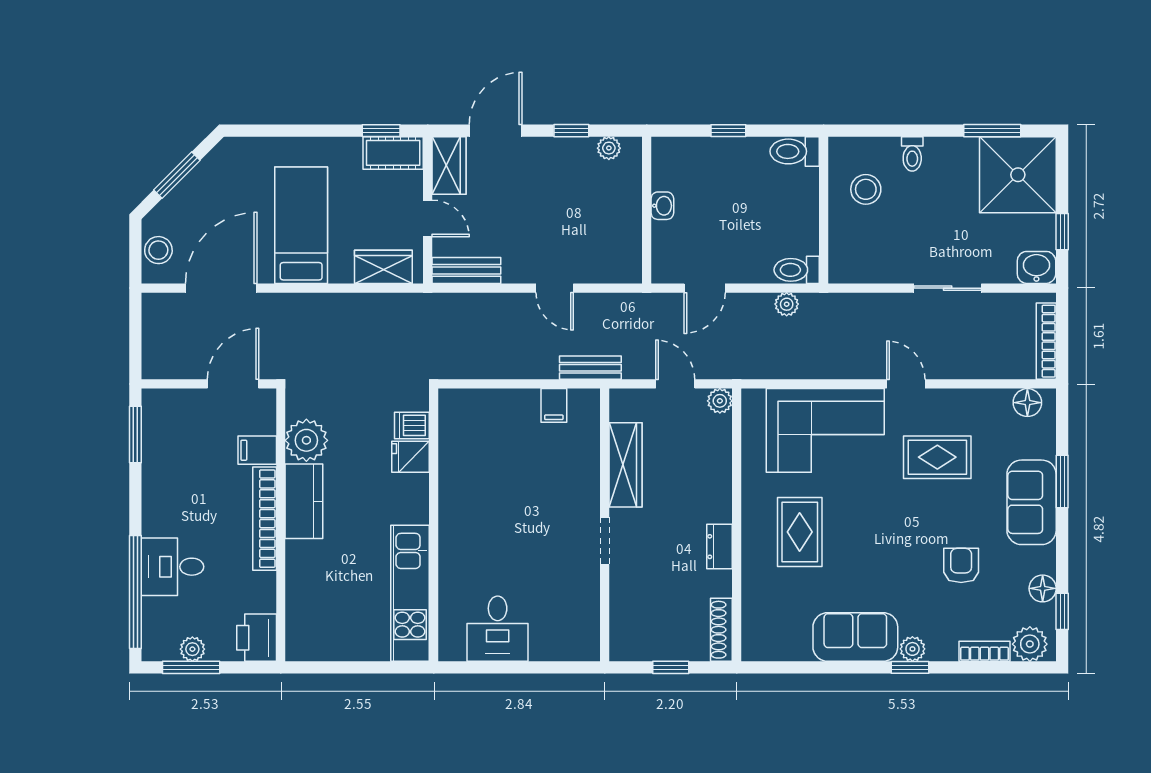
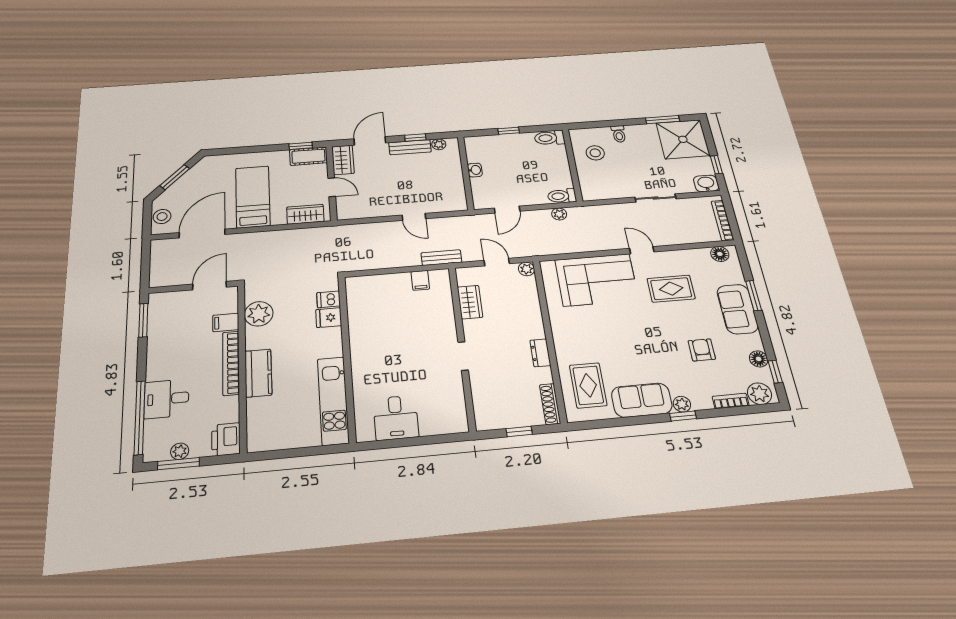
bench: (466, 270) -> (410, 147), moved
wardrobe: (626, 465) -> (470, 302), width x0.67
kitchen counter: (304, 501) -> (258, 373), moved
rug: (800, 532) -> (588, 385), moved

